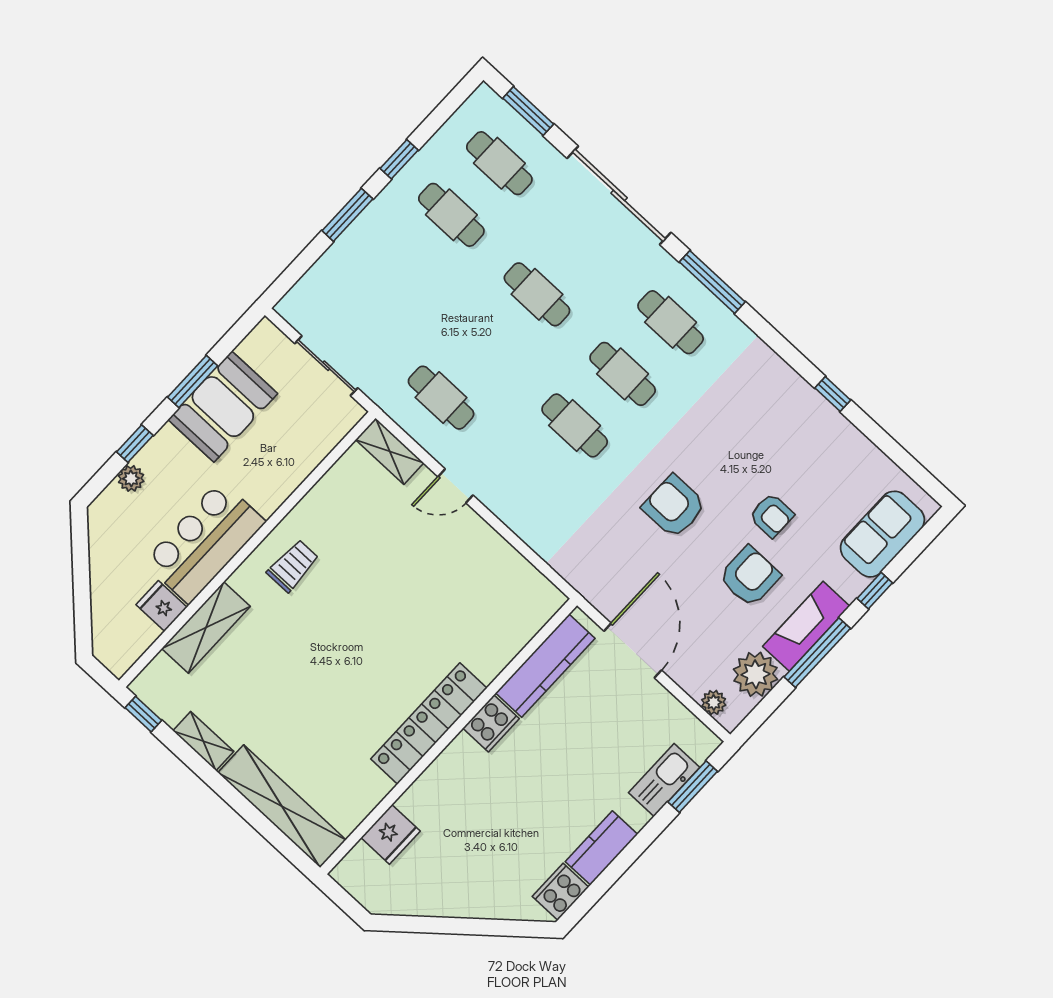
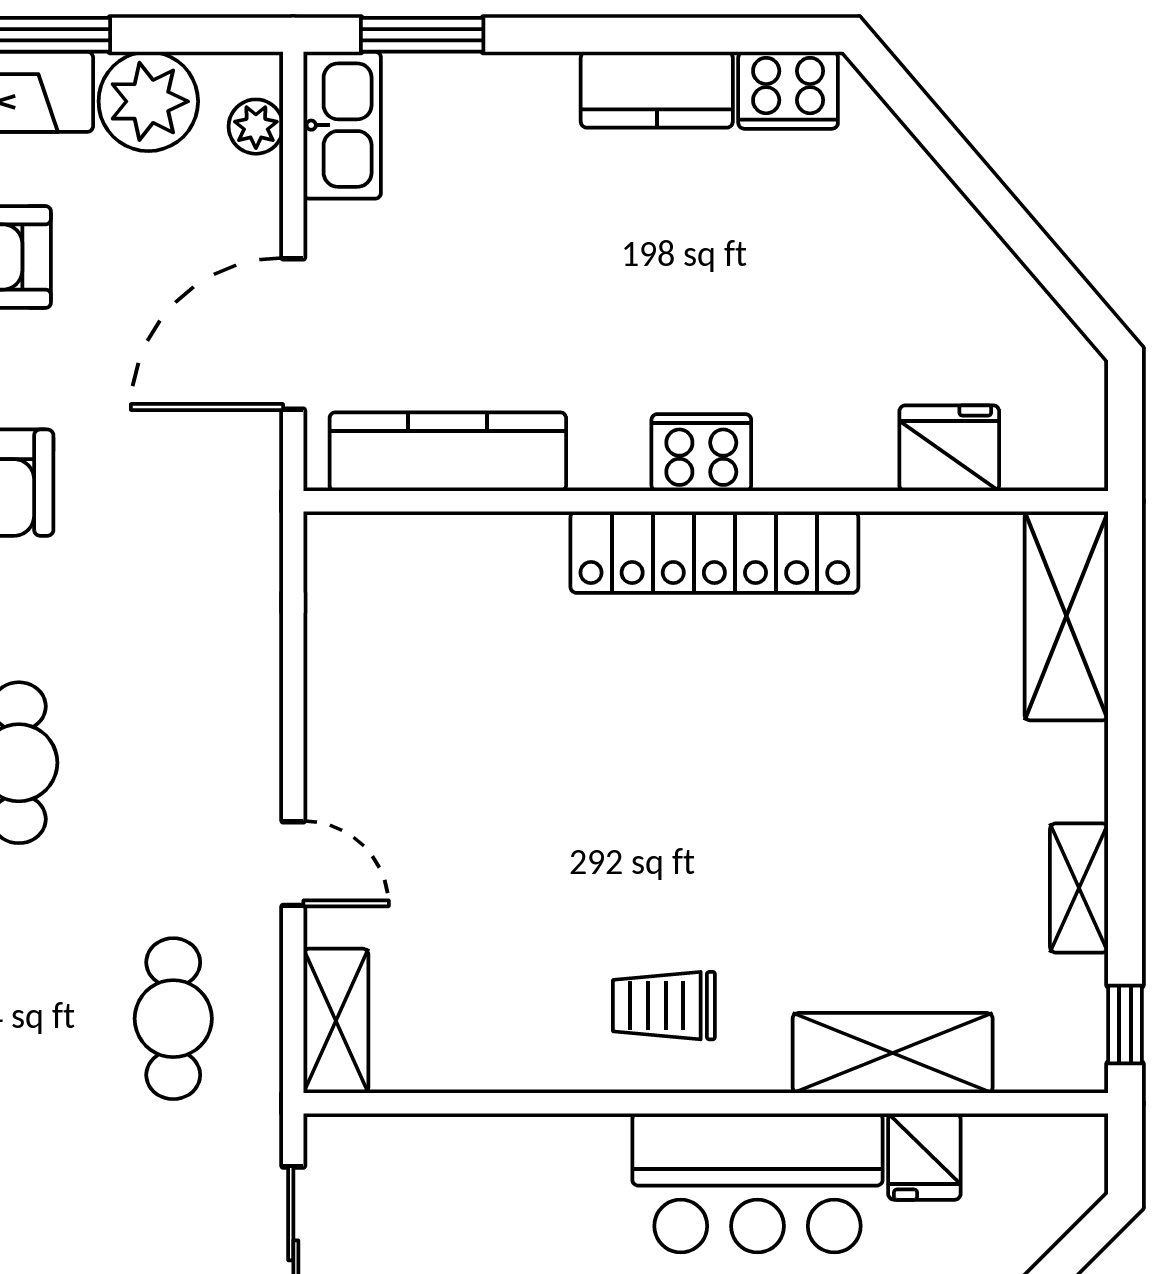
cooker: (491, 723) -> (701, 453), moved
kitchen sink: (664, 780) -> (342, 125), moved, turned -90
shelving: (282, 806) -> (1066, 616), width x0.68

